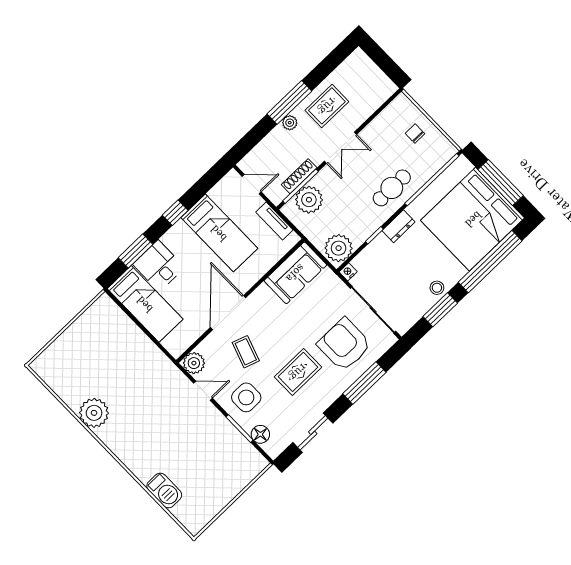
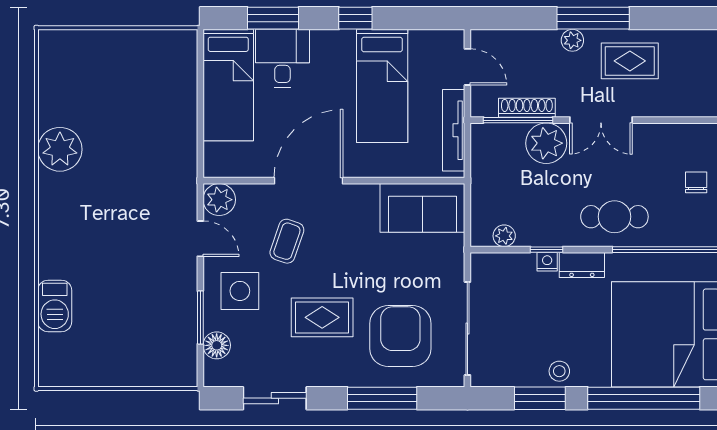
plant: (309, 200) -> (546, 143), moved
tv unit: (274, 221) -> (454, 130), width x1.41
plant: (339, 248) -> (504, 236), width x0.53, depth x0.53
nightstand: (348, 272) -> (547, 262), moved

